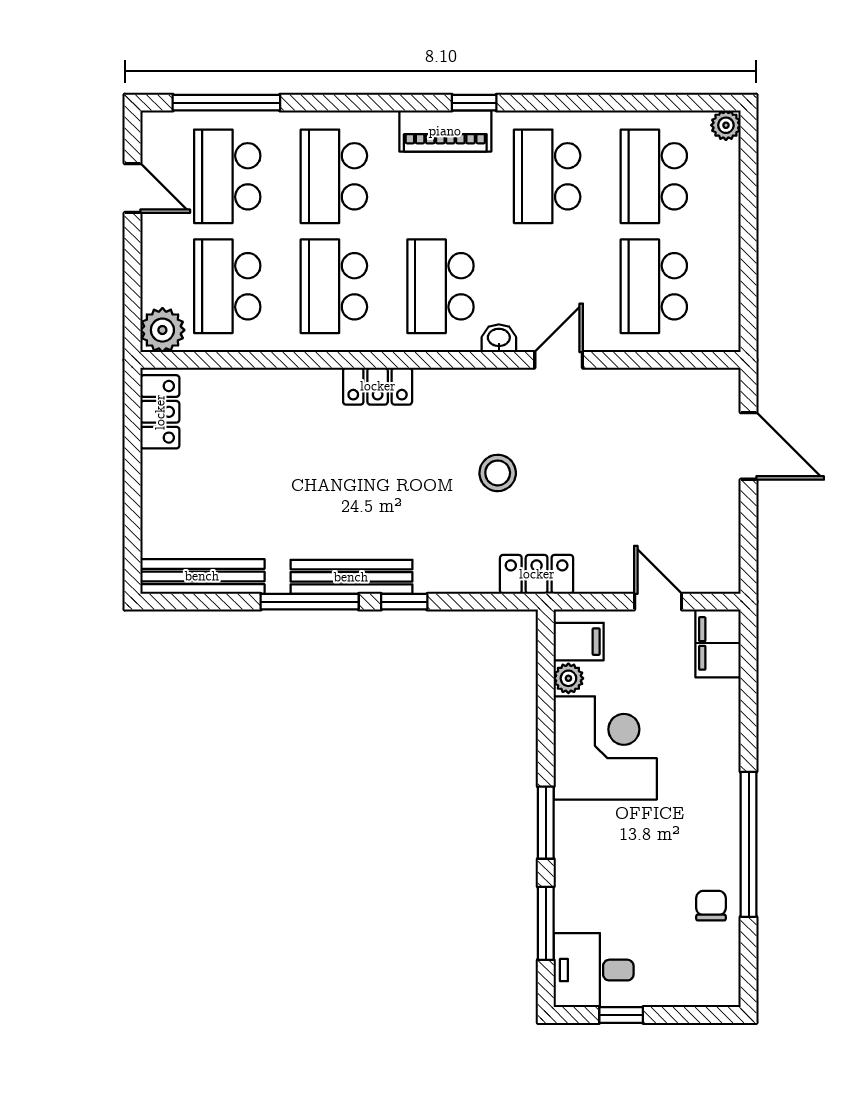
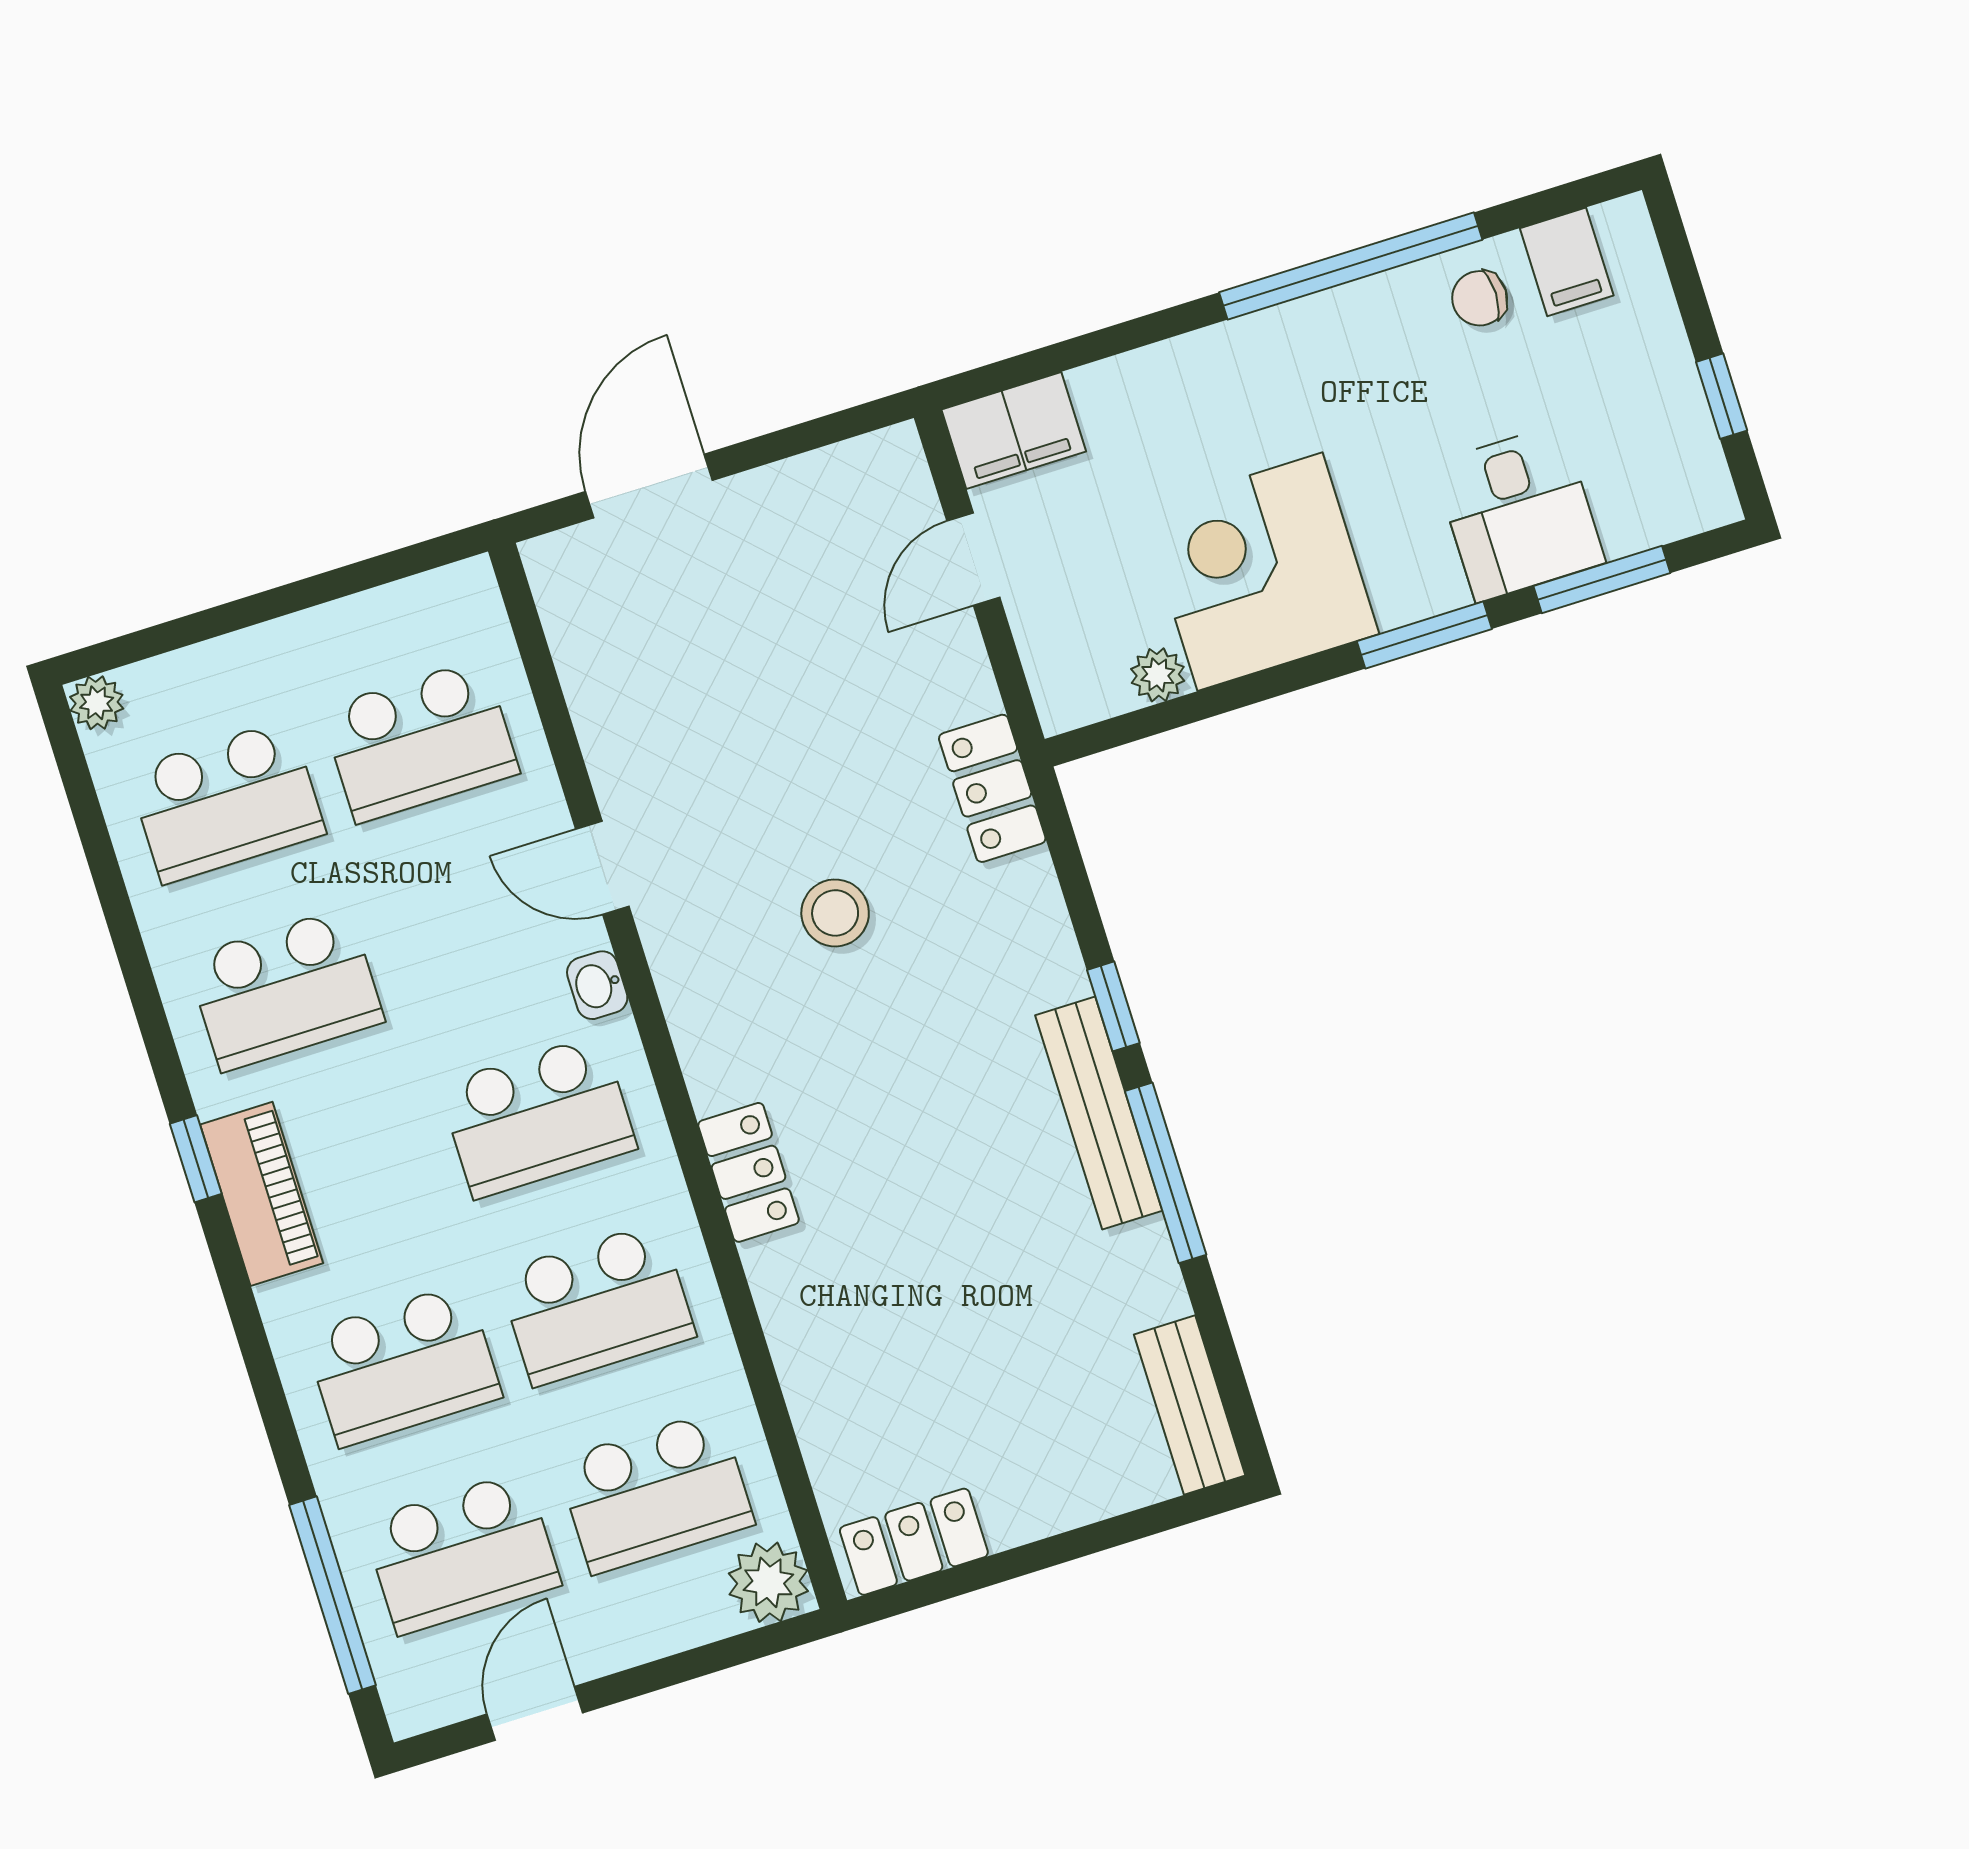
bench: (202, 576) -> (1190, 1405), width x0.73
filing cabinet: (579, 642) -> (1567, 262), moved, turned 180
desk: (594, 970) -> (1519, 513), moved

